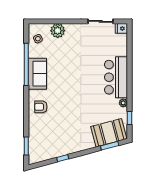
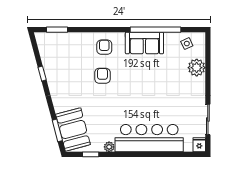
bar counter: (116, 77) -> (149, 138), width x1.36
armchair: (64, 108) -> (102, 76), added

